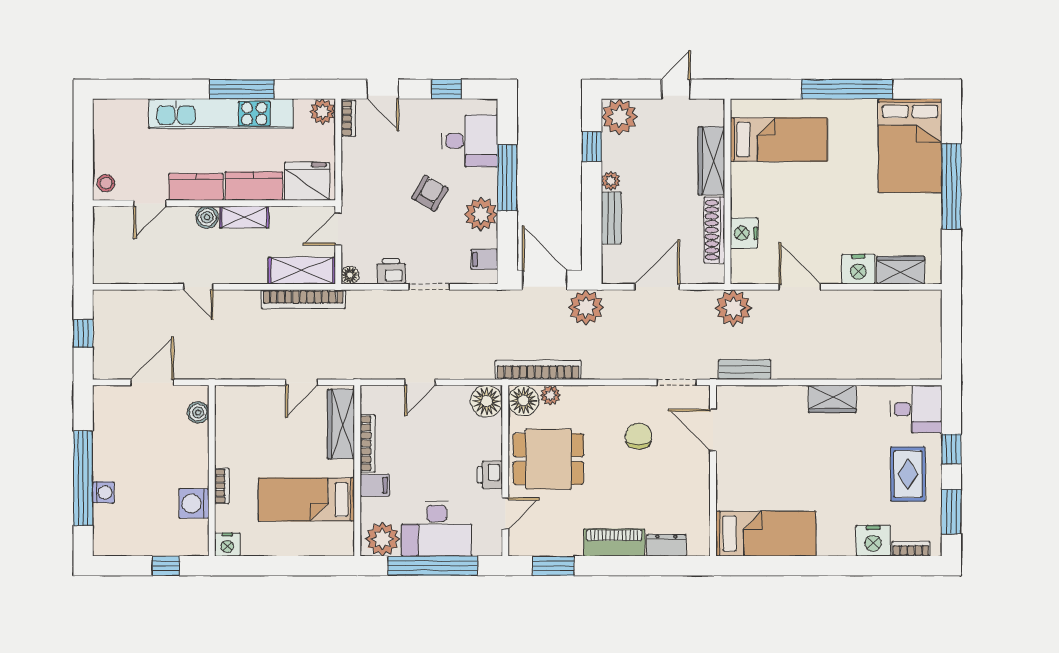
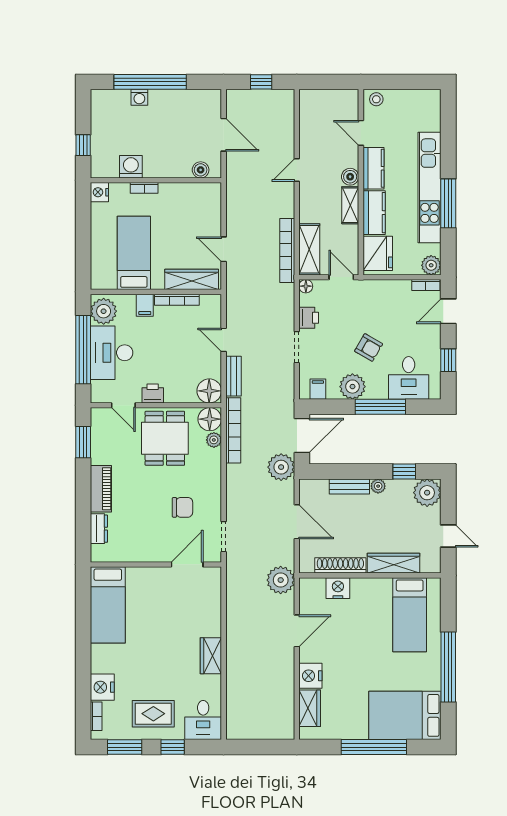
bench: (745, 370) -> (233, 376), moved

